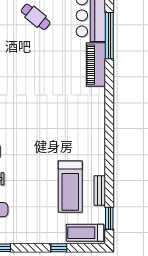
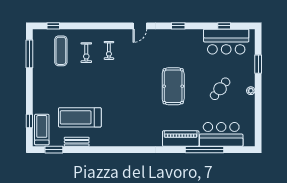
pool table: (32, 74) -> (173, 86), added
window: (59, 248) -> (29, 121), moved

